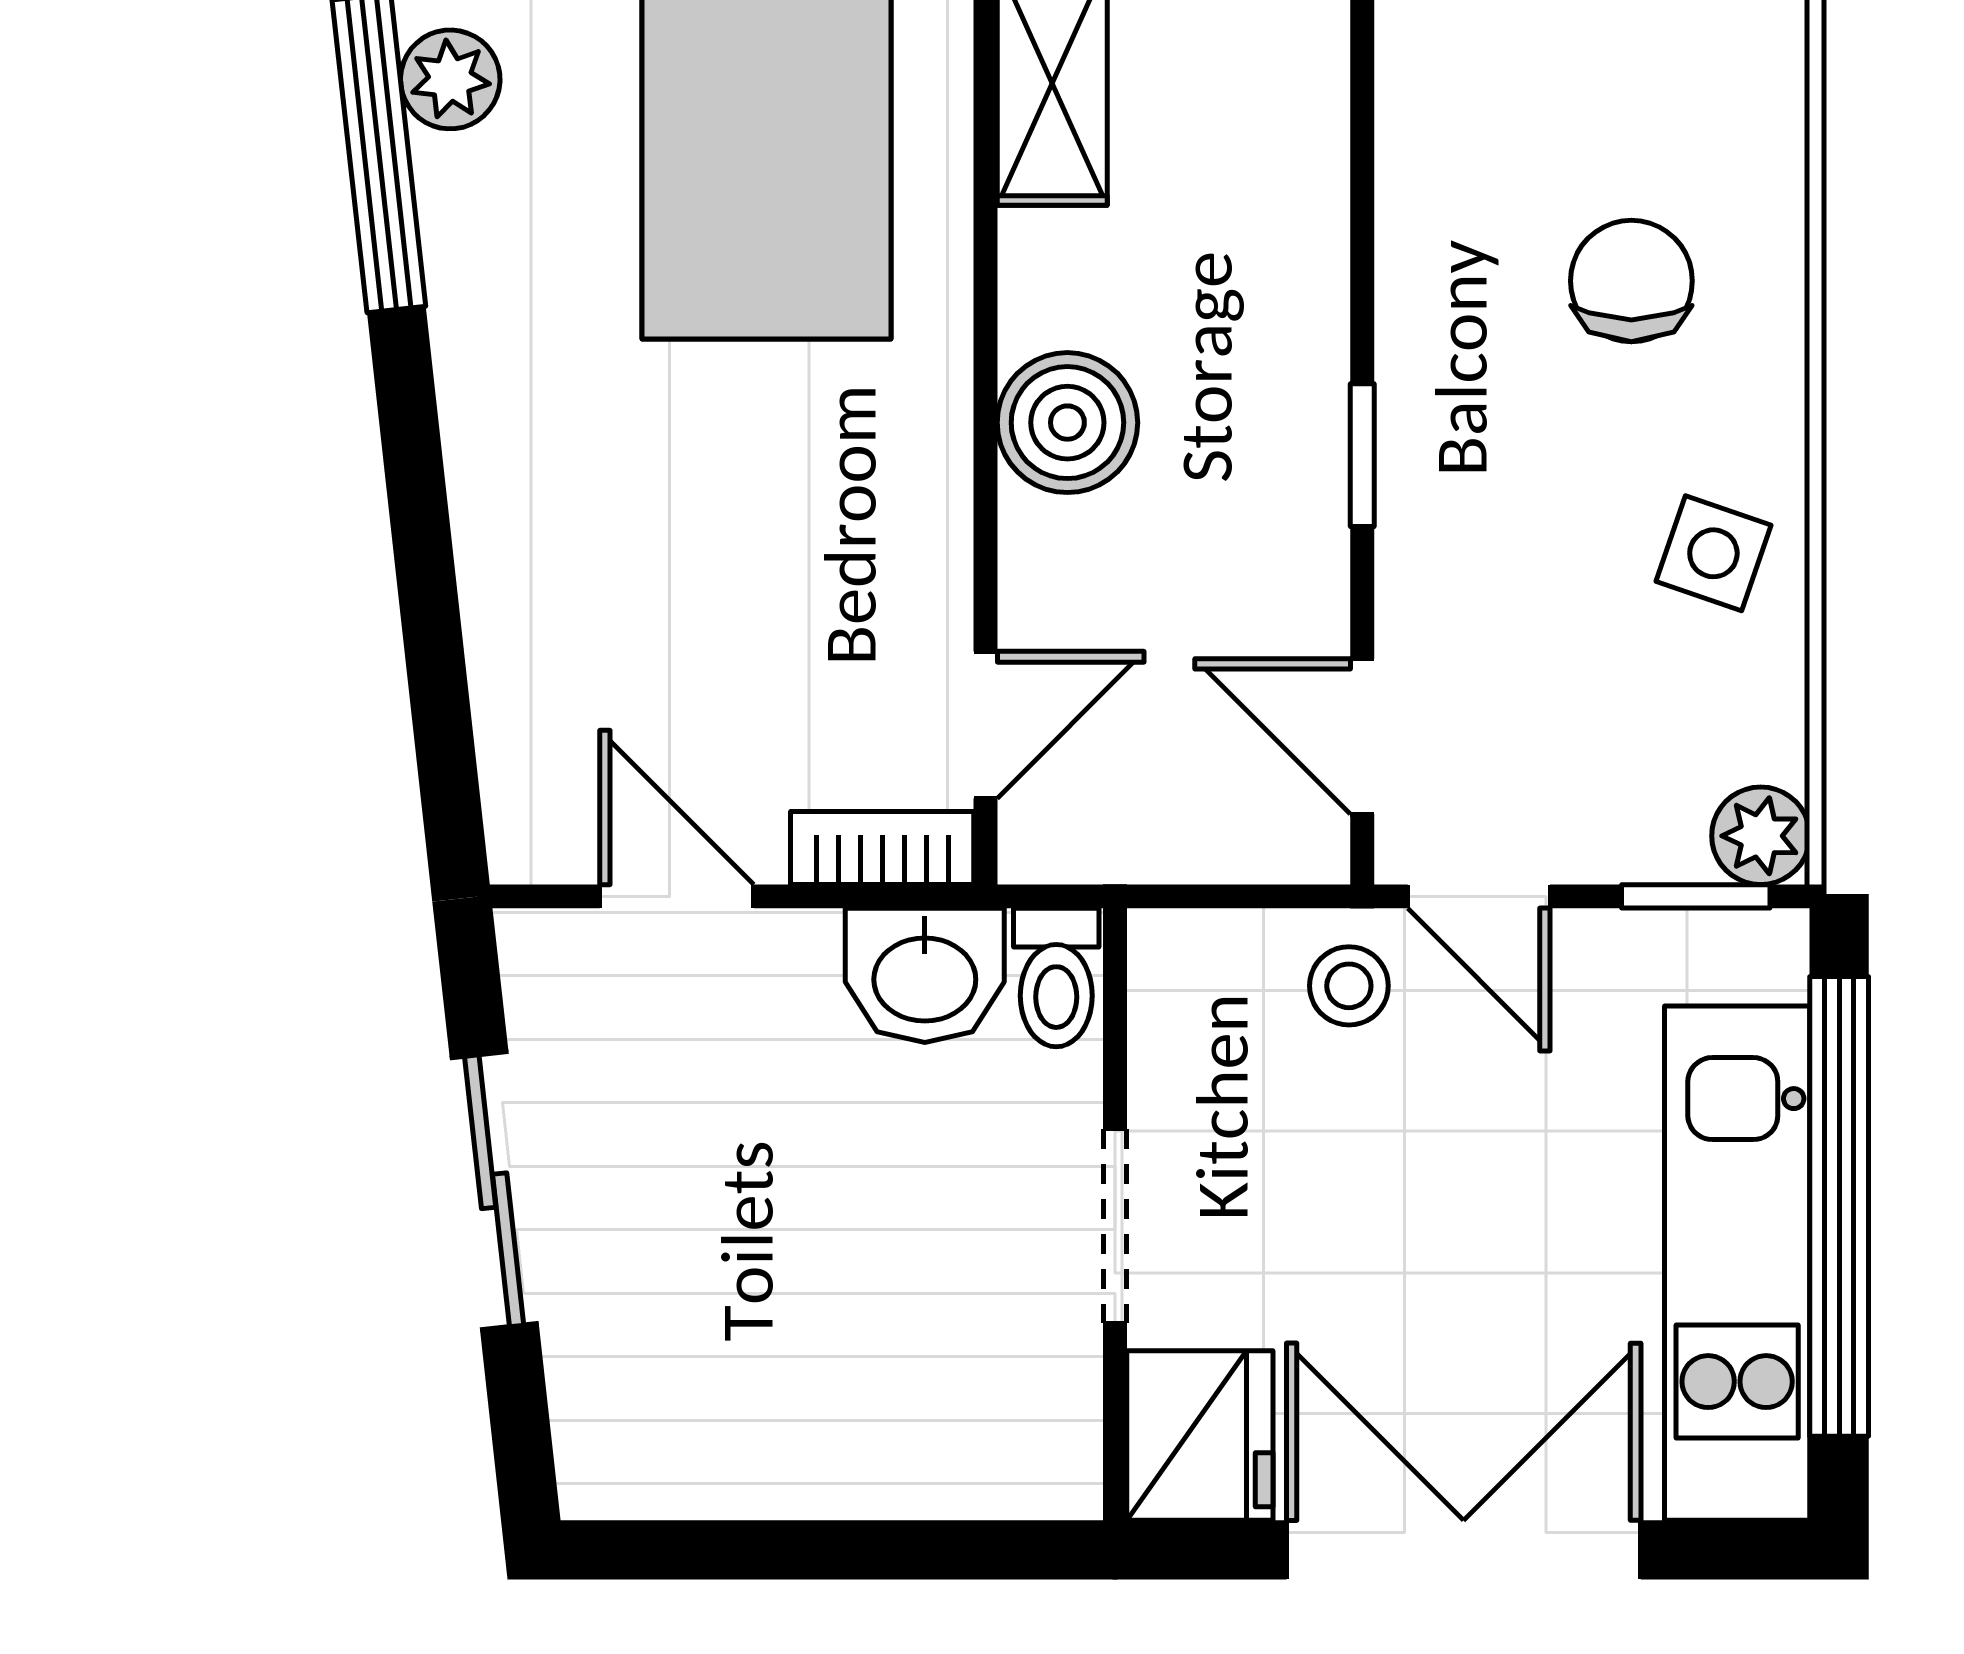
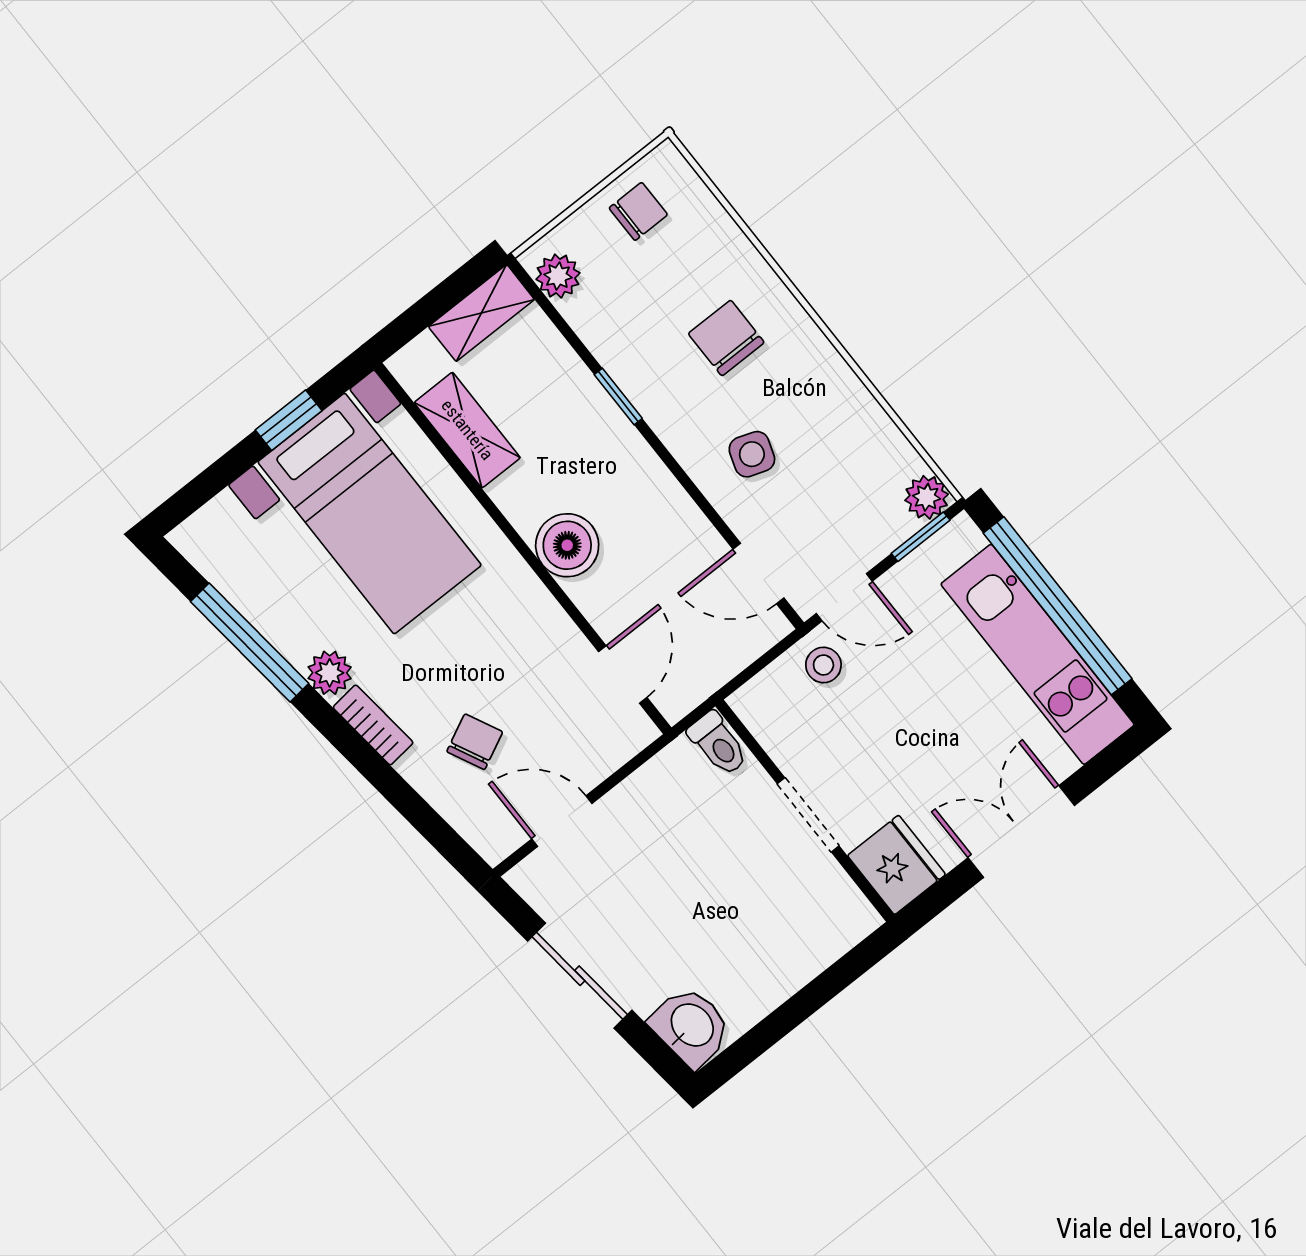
plant: (450, 79) -> (330, 673), moved
window: (1362, 455) -> (618, 396), moved
side table: (1713, 553) -> (752, 454), moved
chair: (634, 637) -> (475, 742), added
bookcase: (882, 848) -> (373, 725), moved, turned 84
washbasin: (925, 975) -> (691, 1026), moved, turned -96
double door: (1464, 1550) -> (1021, 832), width x0.73

